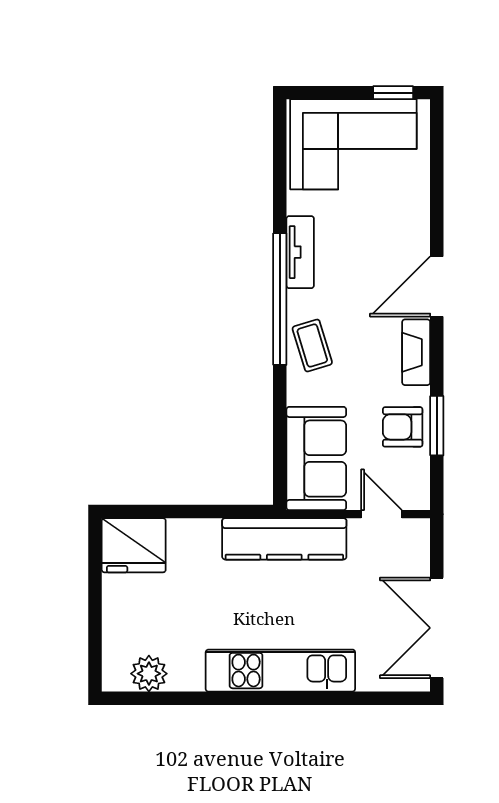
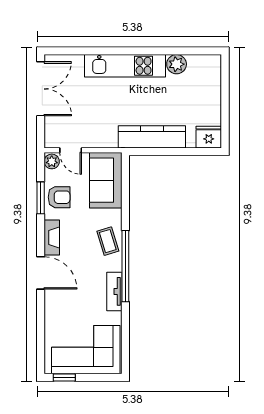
door: (437, 286) -> (41, 273), hinge flipped
plant: (416, 493) -> (52, 161), added
kitchen counter: (284, 539) -> (152, 137), moved
fridge: (134, 545) -> (209, 137), width x0.73, depth x0.75
plant: (149, 674) -> (177, 64), moved

